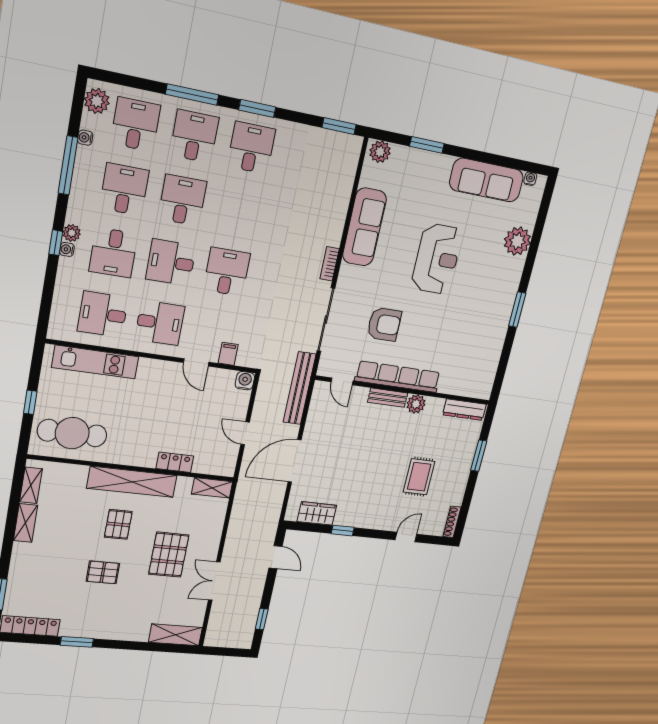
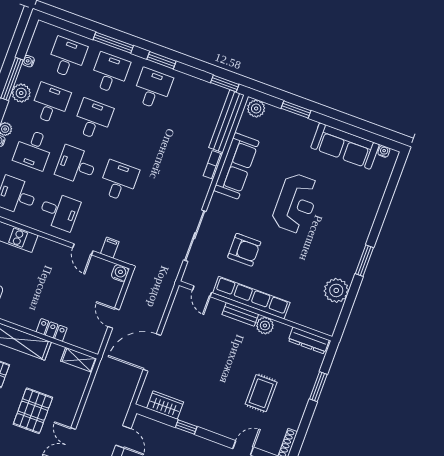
plant: (97, 101) -> (21, 93), moved
plant: (517, 241) -> (336, 290), moved
bookcase: (330, 264) -> (213, 165), moved
bench: (300, 388) -> (226, 121), moved

